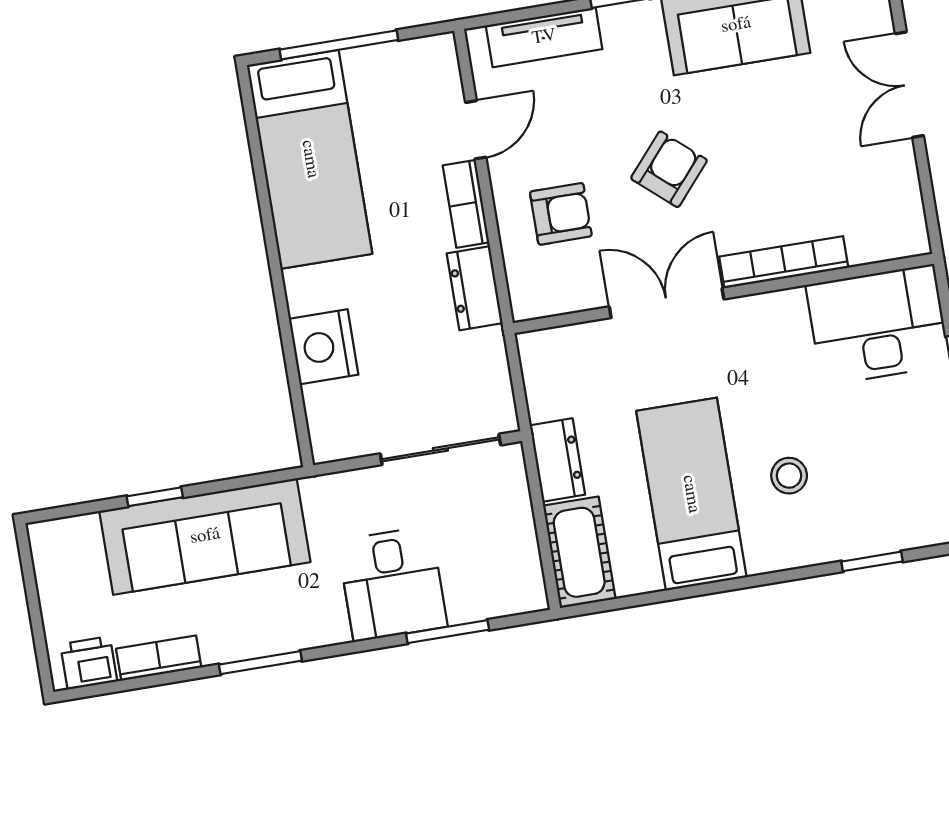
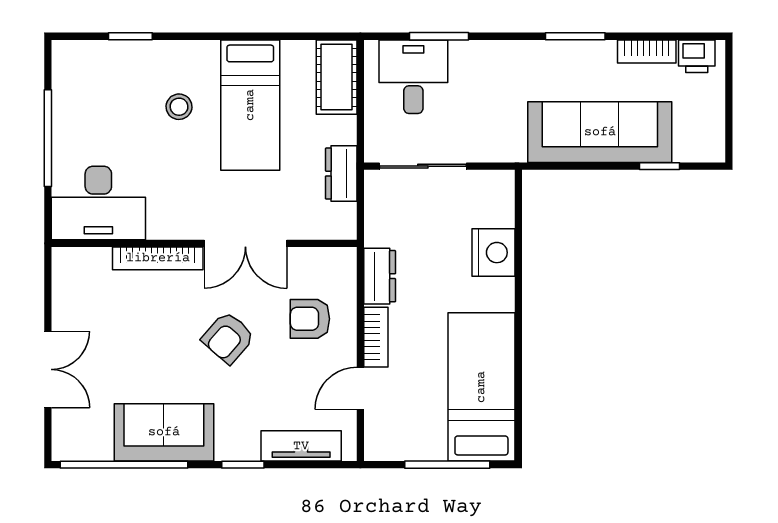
dresser: (557, 460) -> (341, 174), moved
window: (155, 497) -> (659, 166), moved
desk: (392, 584) -> (413, 77), moved

